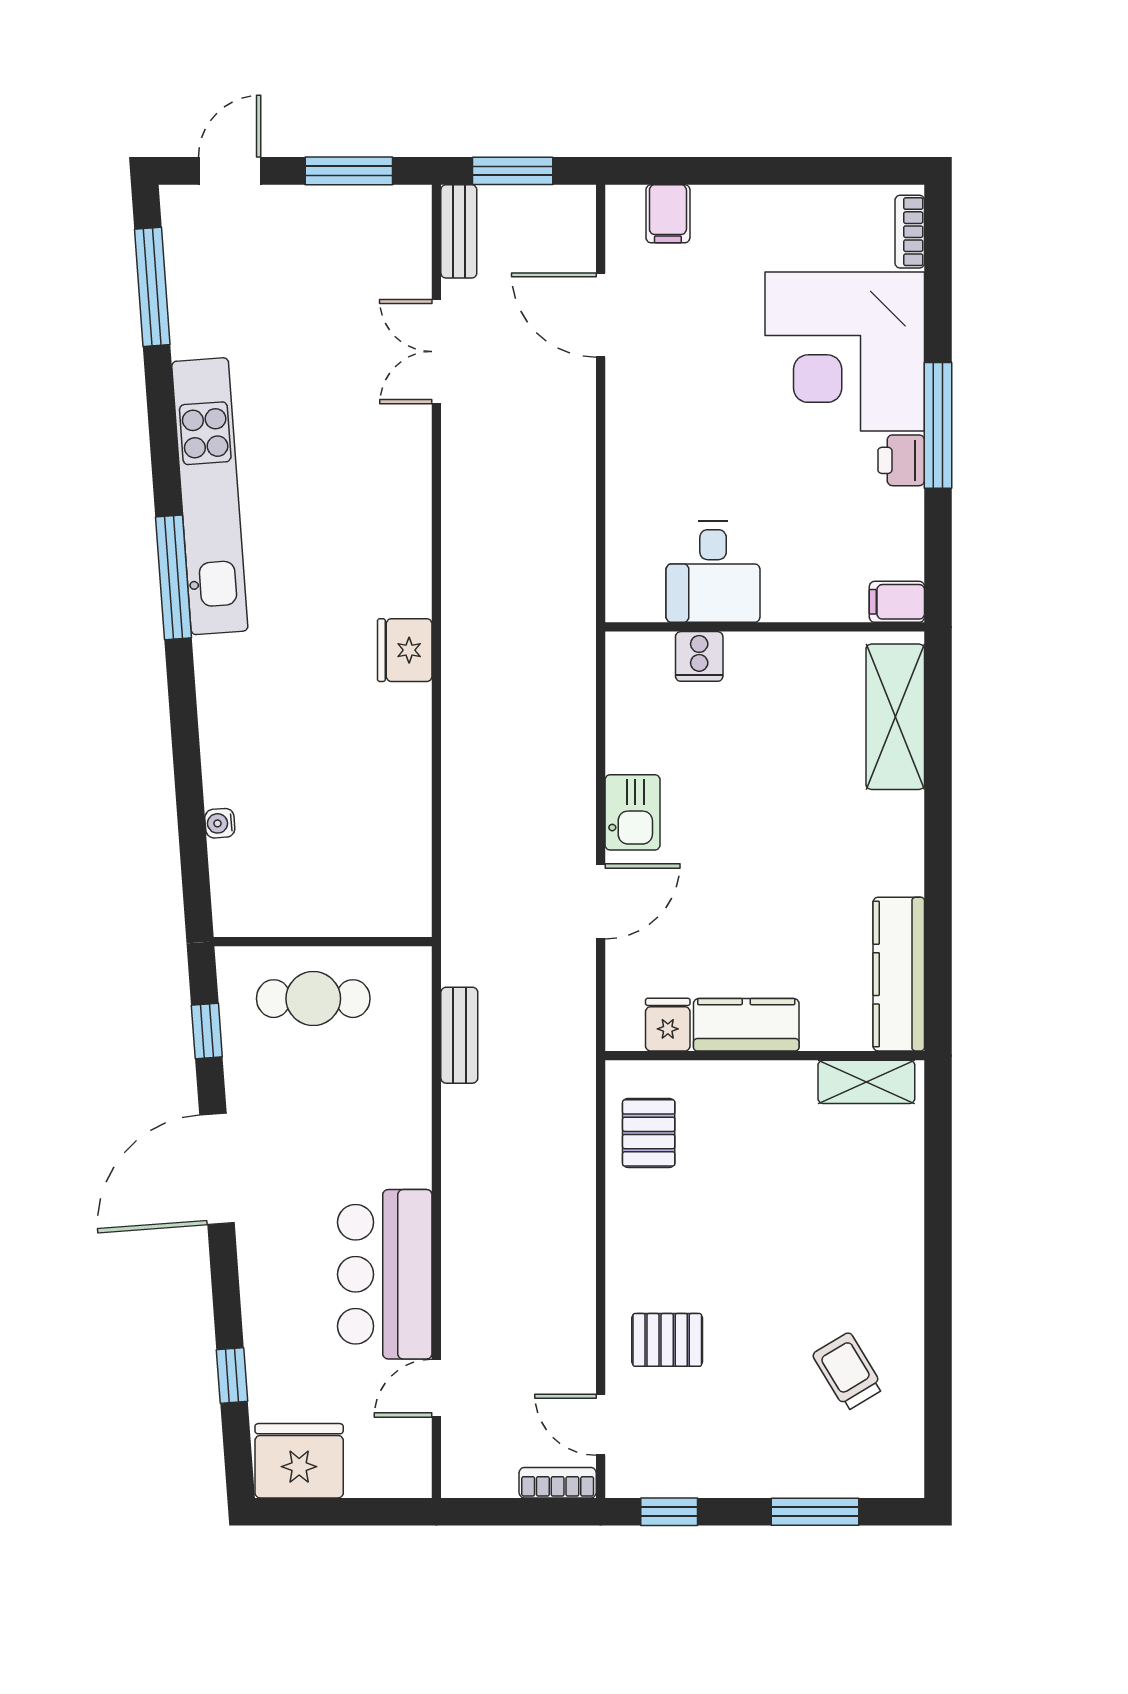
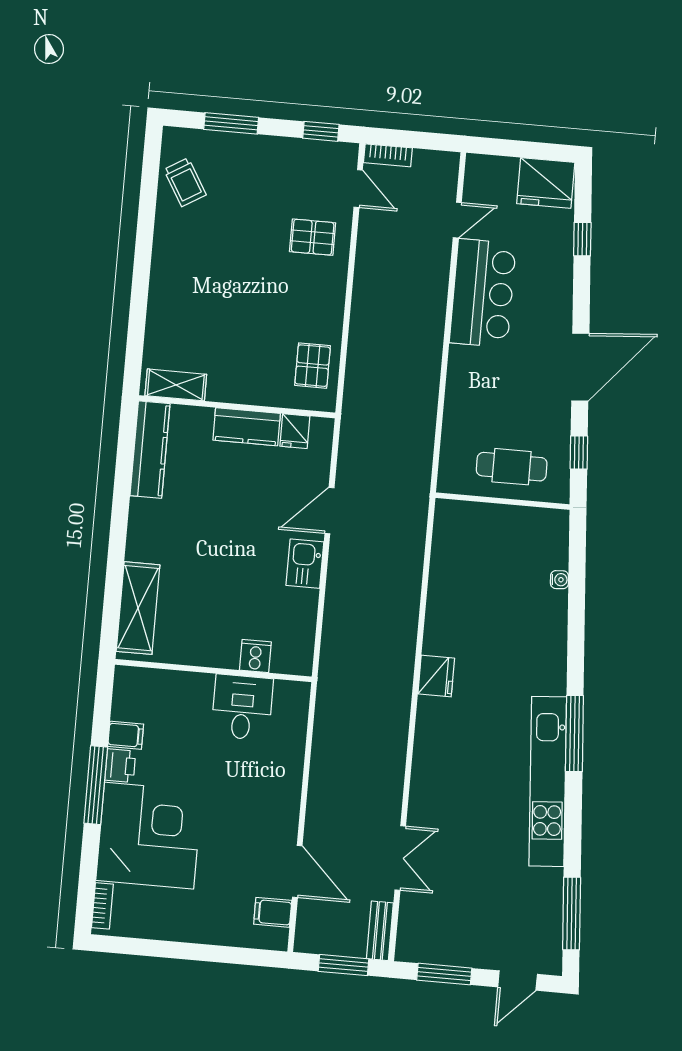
filing cabinet: (668, 214) -> (273, 912), moved, turned -90
filing cabinet: (897, 602) -> (126, 735), moved
bench: (459, 1035) -> (424, 436), removed
trolley: (848, 1371) -> (185, 182), moved

